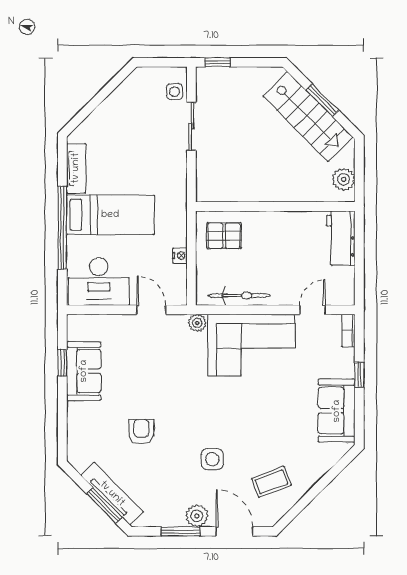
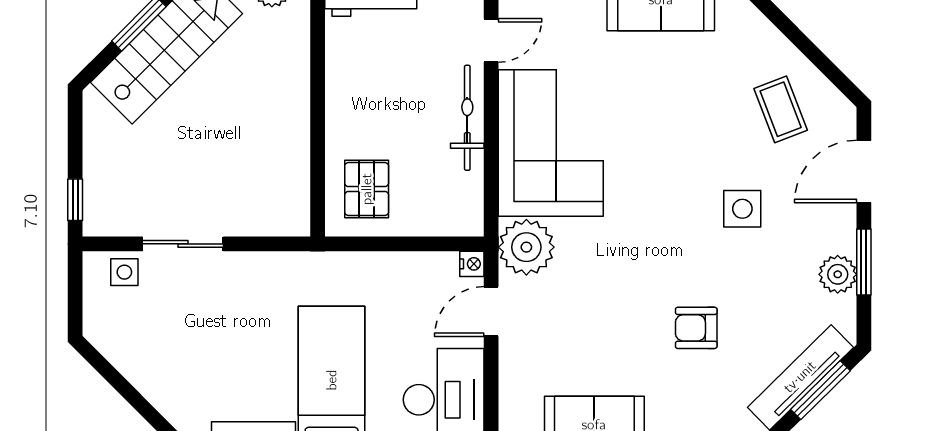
nightstand: (180, 256) -> (472, 264), moved, turned 90
bicycle: (239, 296) -> (467, 118), moved
door: (312, 310) -> (491, 40), swing flipped
plant: (197, 323) -> (526, 247), width x1.87, depth x1.87
plant: (197, 516) -> (838, 274), moved

